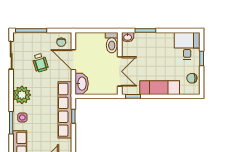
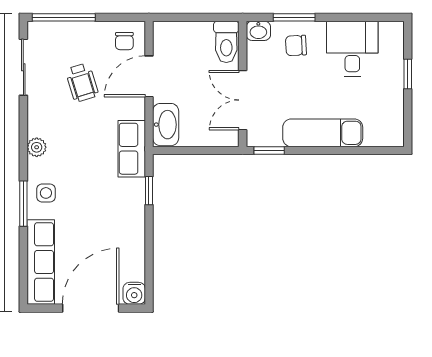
desk: (187, 46) -> (352, 49), moved
door: (73, 60) -> (149, 76), hinge flipped
double door: (120, 71) -> (243, 100), swing flipped
chair: (192, 78) -> (296, 45), moved
plant: (22, 95) -> (37, 147), width x0.53, depth x0.53
row of seats: (65, 110) -> (132, 149), width x0.50

